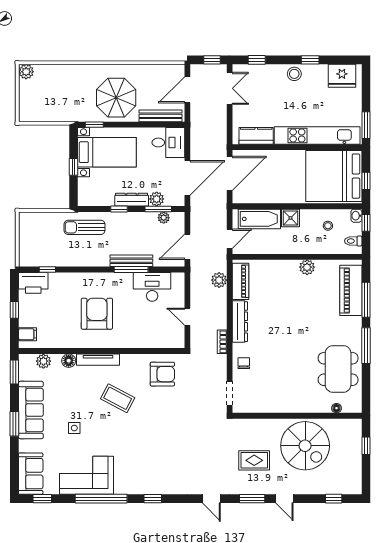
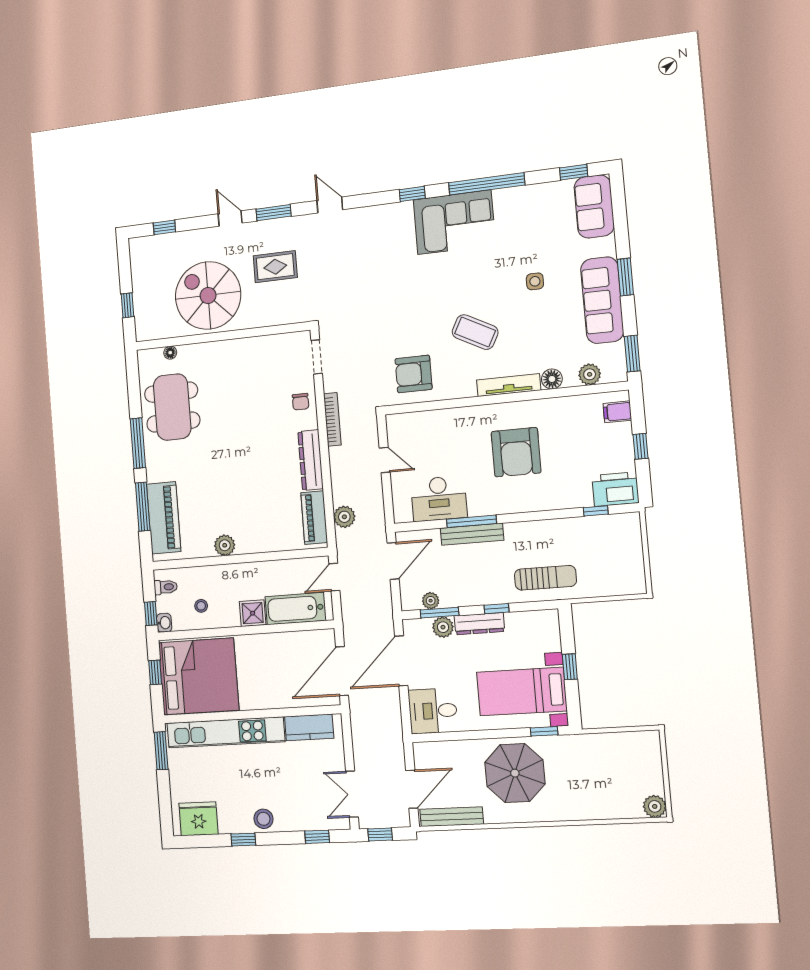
bench: (161, 116) -> (452, 817), moved
bookcase: (222, 342) -> (332, 419), width x1.56
corner sofa: (86, 475) -> (454, 222), moved

